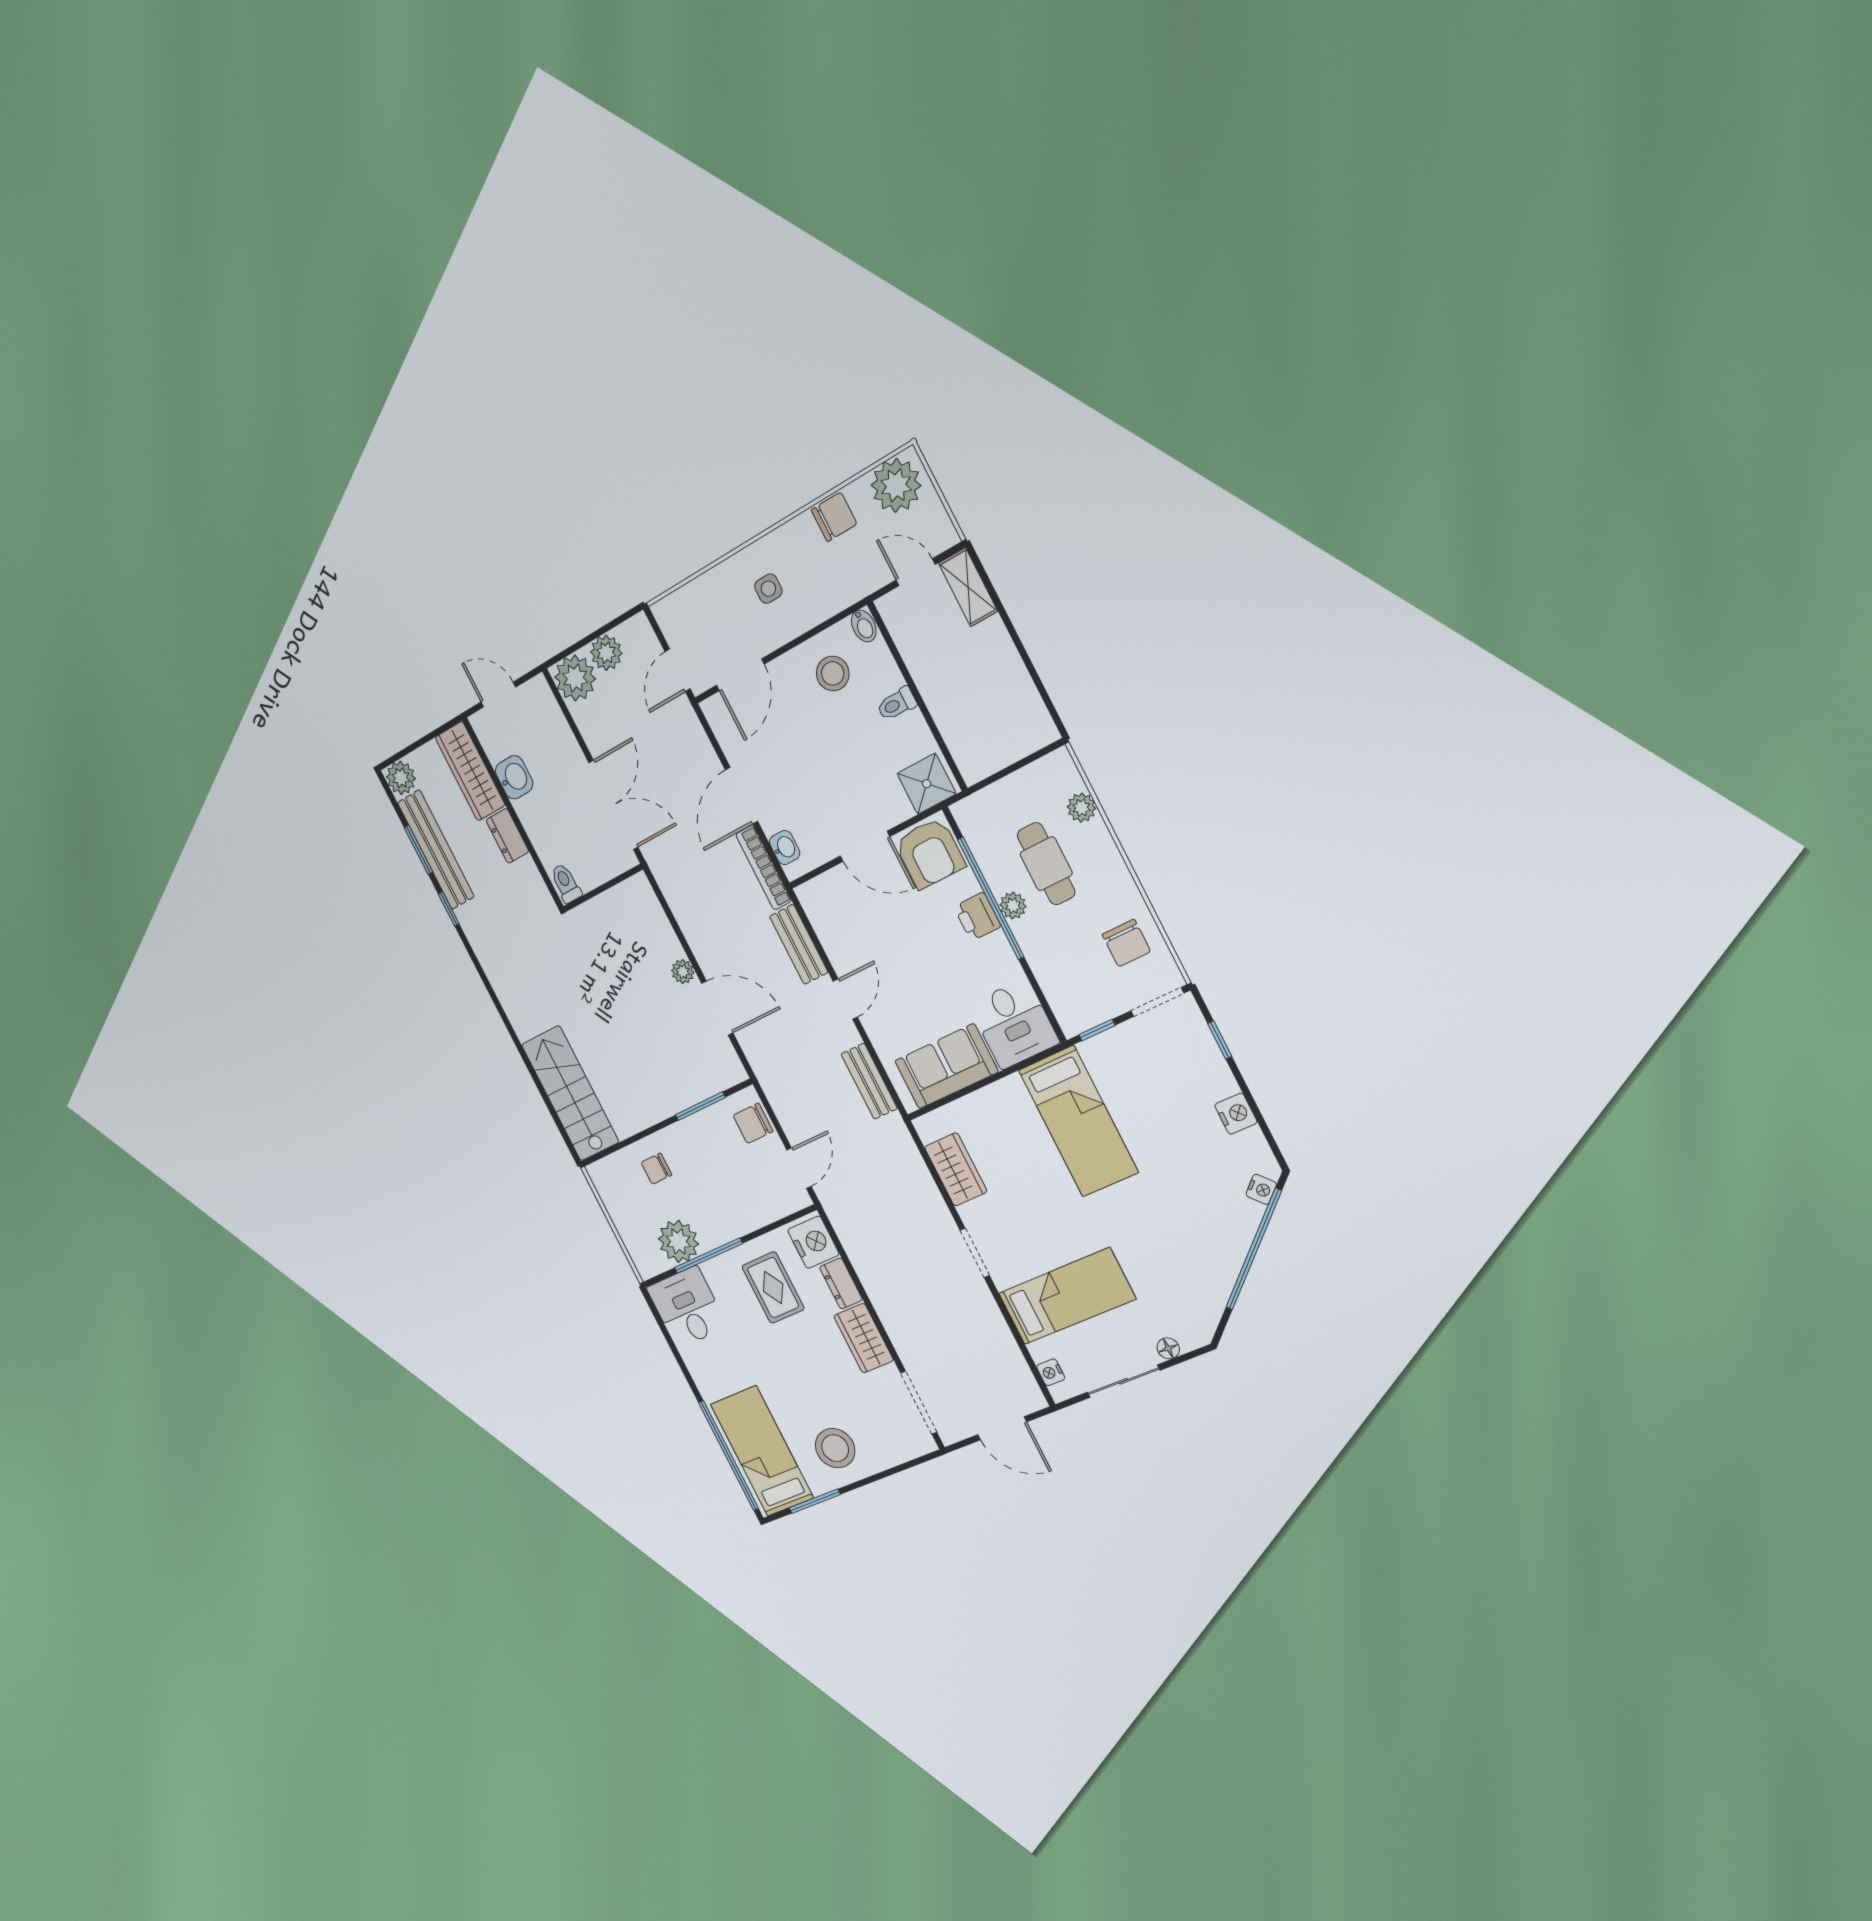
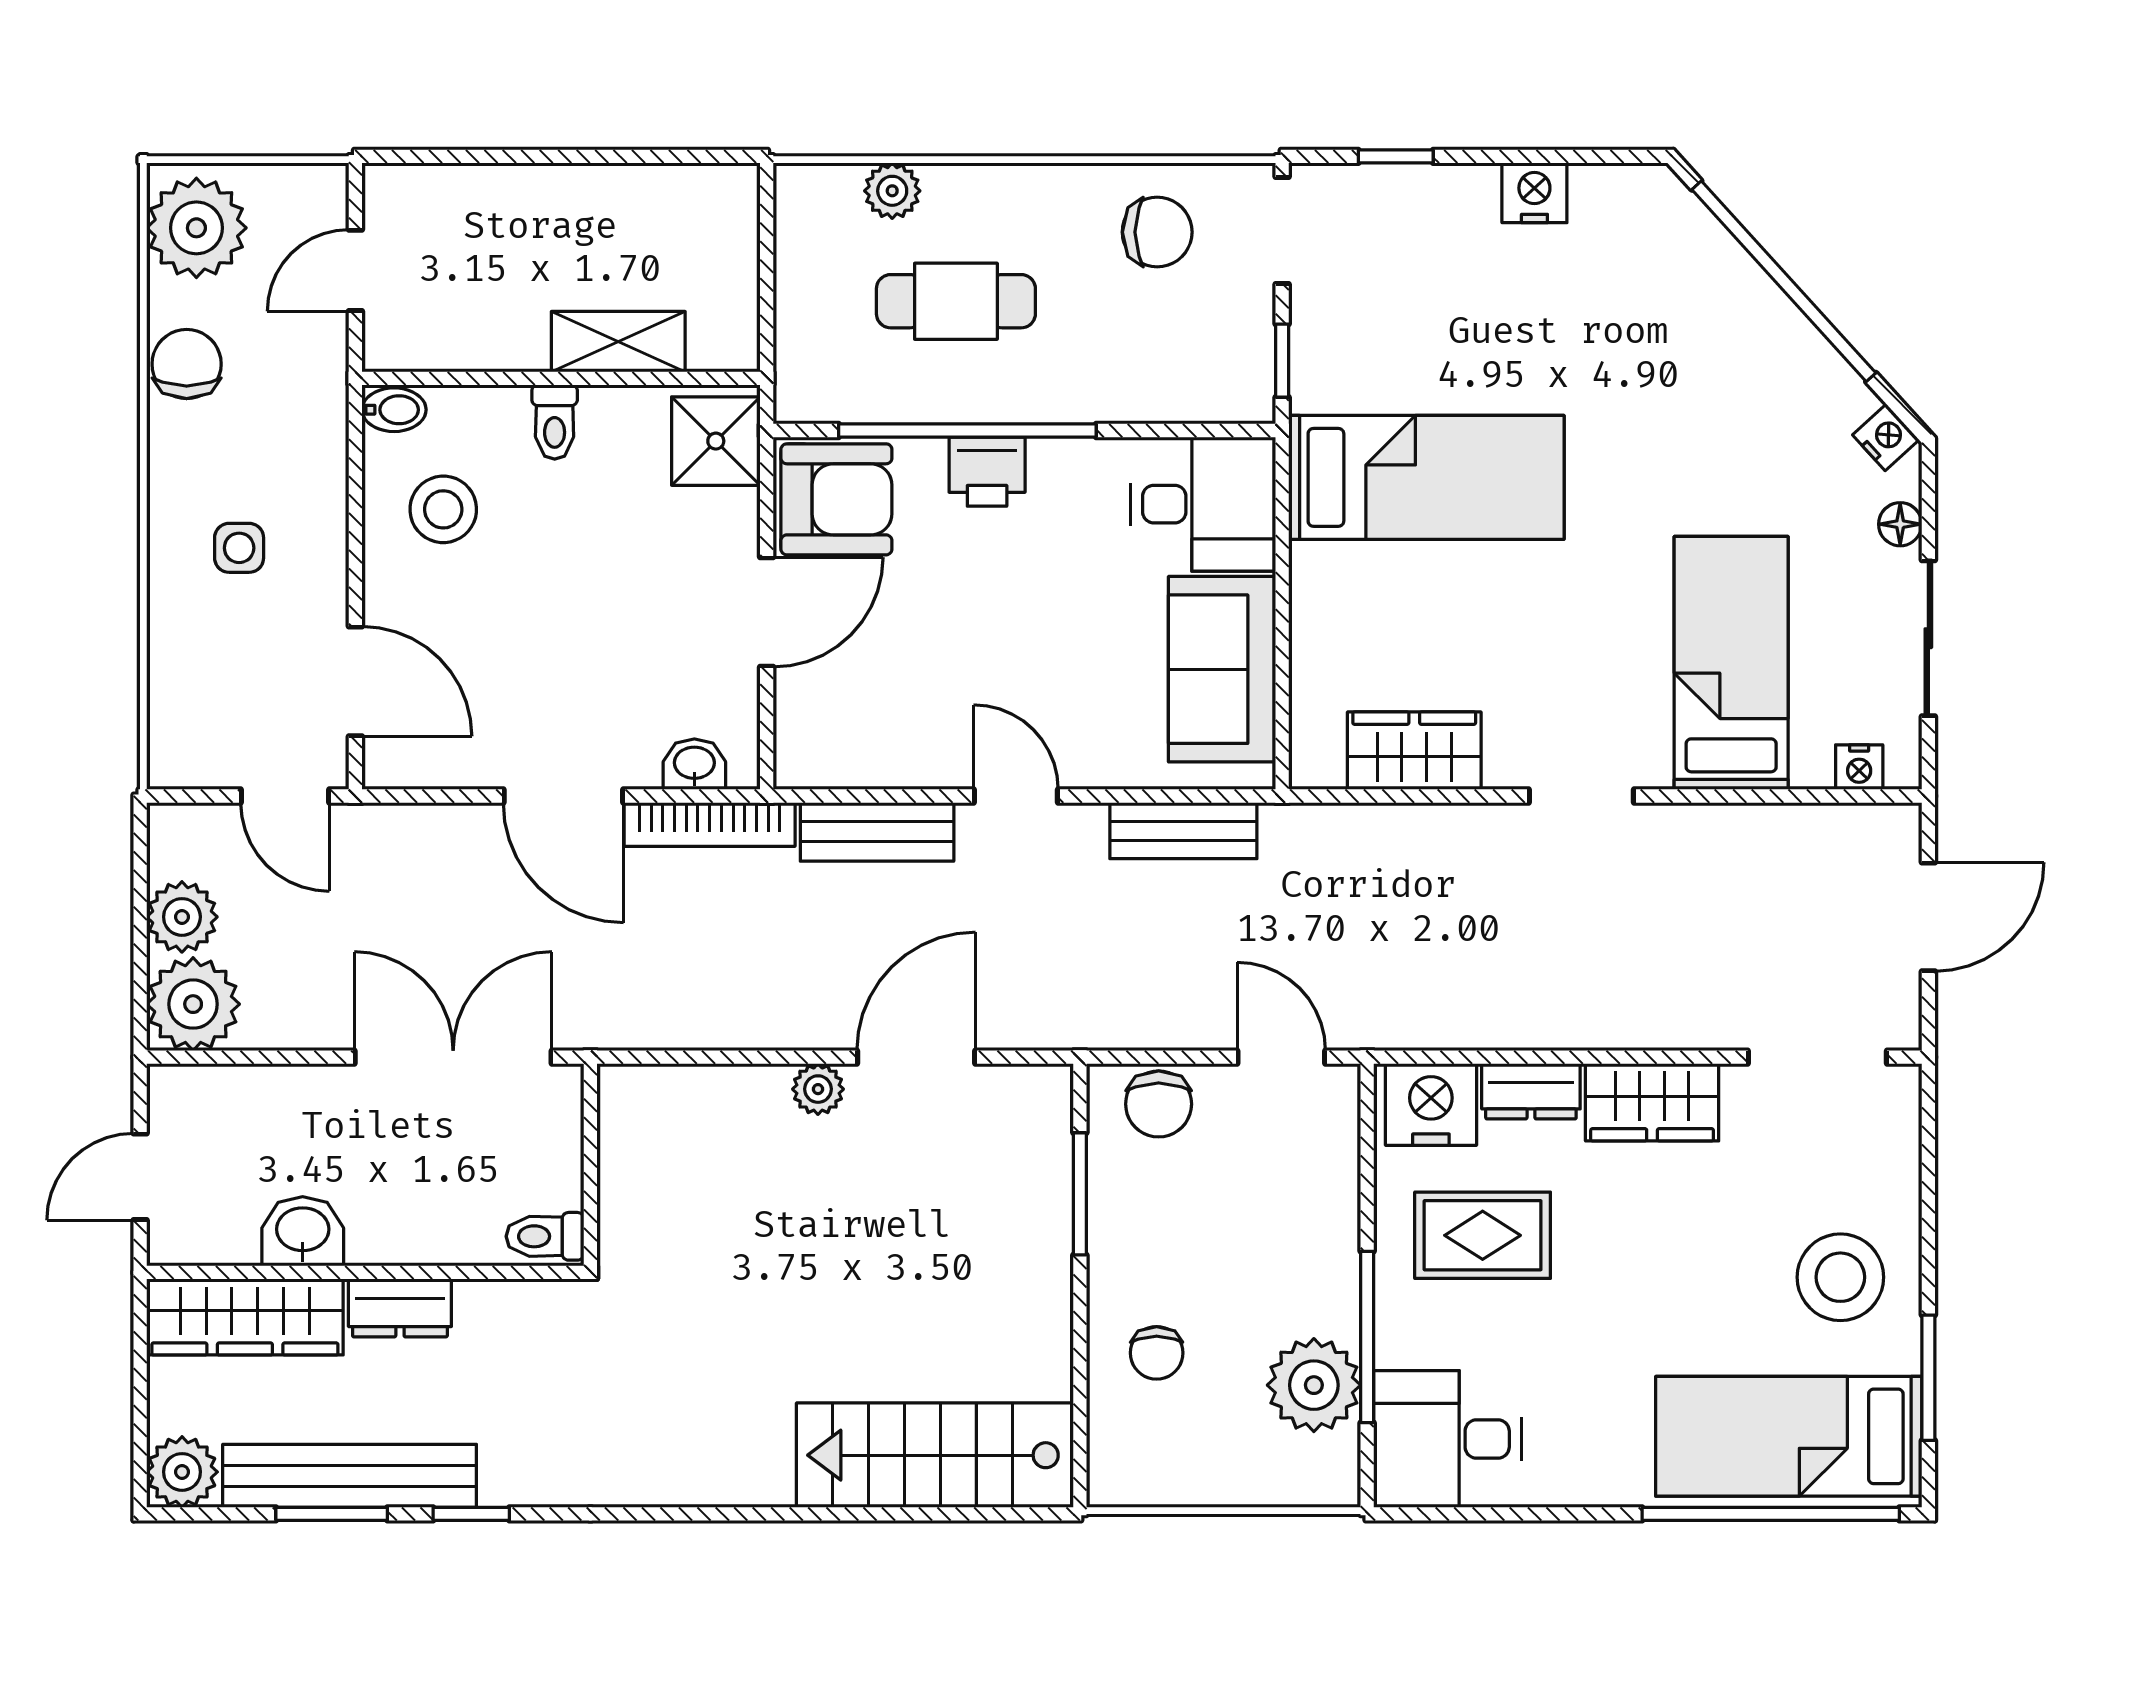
shelving: (968, 587) -> (618, 342), moved
plant: (1013, 906) -> (999, 398), removed
nightstand: (1261, 1189) -> (1886, 437), moved

